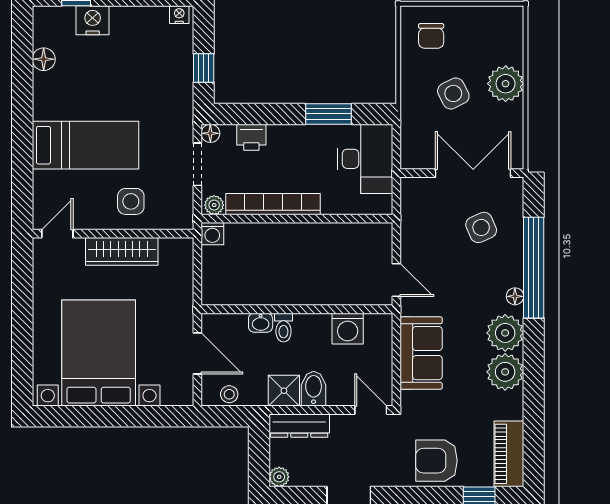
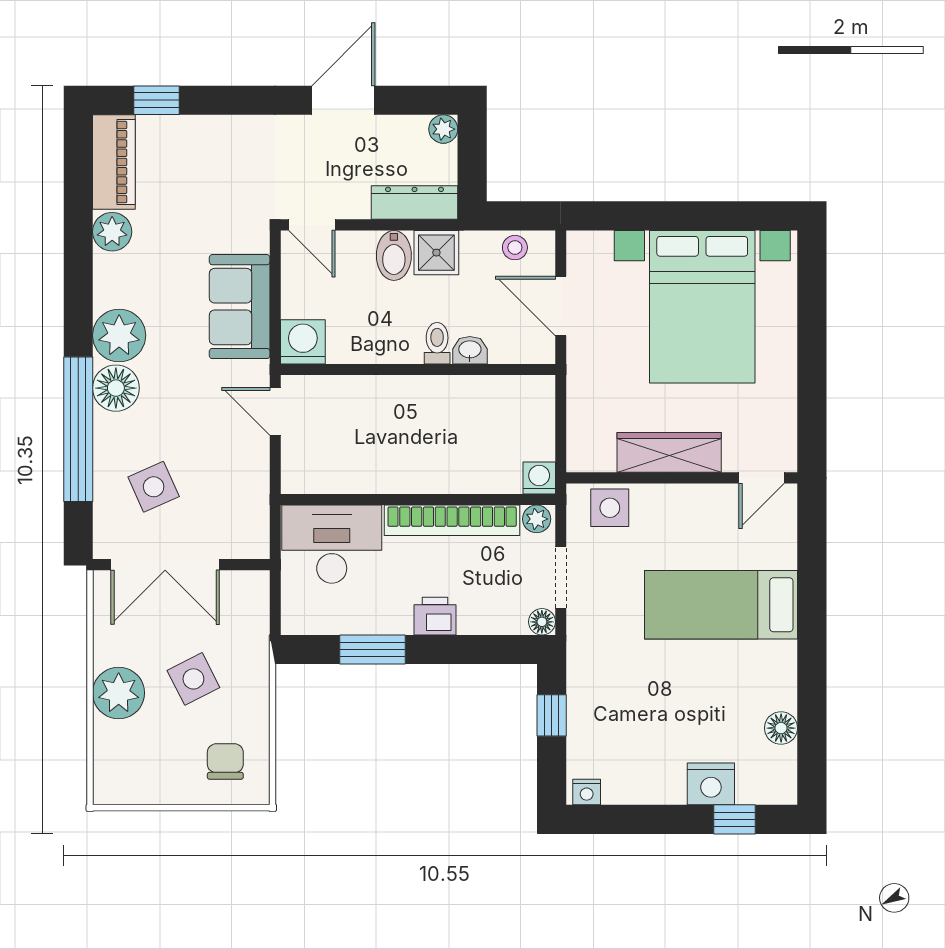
printer: (251, 137) -> (435, 616), moved
desk: (365, 159) -> (332, 544), moved, turned 90
side table: (131, 201) -> (610, 508), moved
floor lamp: (515, 296) -> (116, 388), width x1.89, depth x1.89
washing machine: (348, 329) -> (303, 342), moved
plant: (505, 372) -> (112, 232), moved, width x0.73, depth x0.73
armchair: (437, 461) -> (218, 152), removed

